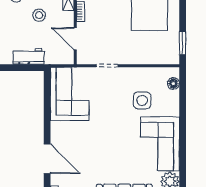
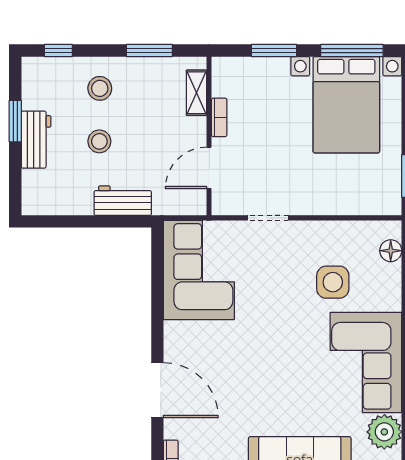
stool: (39, 15) -> (99, 141), moved
door: (75, 39) -> (209, 168), hinge flipped

